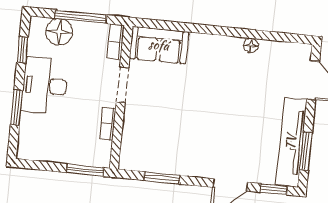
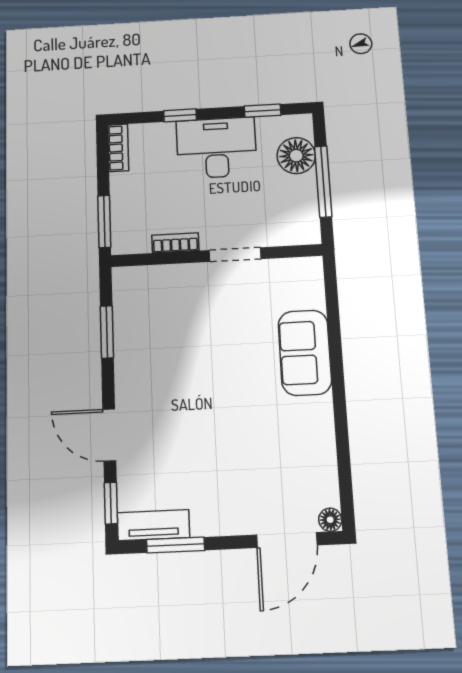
bookcase: (116, 42) -> (118, 148), moved, turned 90
sofa: (159, 45) -> (305, 353), moved
floor lamp: (251, 45) -> (330, 520), moved
window: (17, 107) -> (180, 115), width x0.67
tv unit: (291, 142) -> (153, 525), width x0.52, depth x0.78

